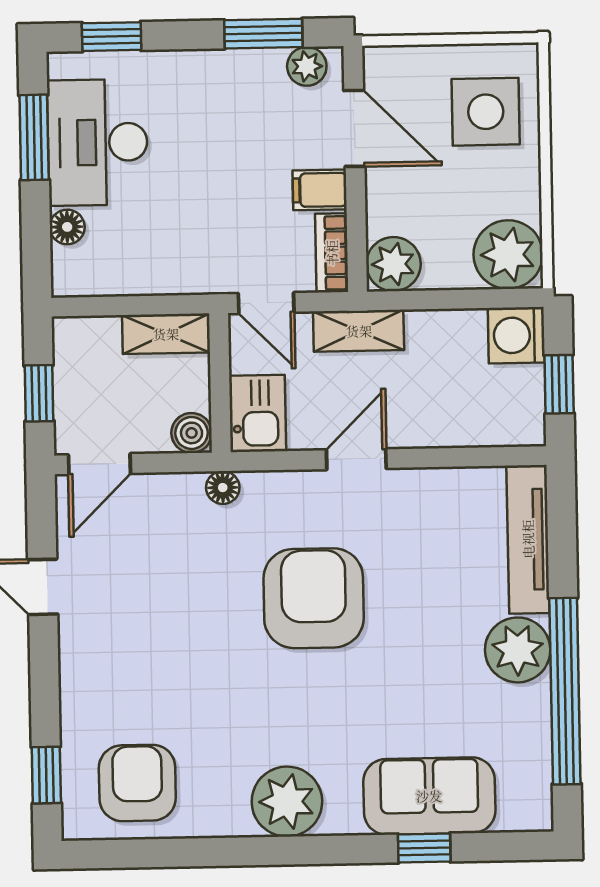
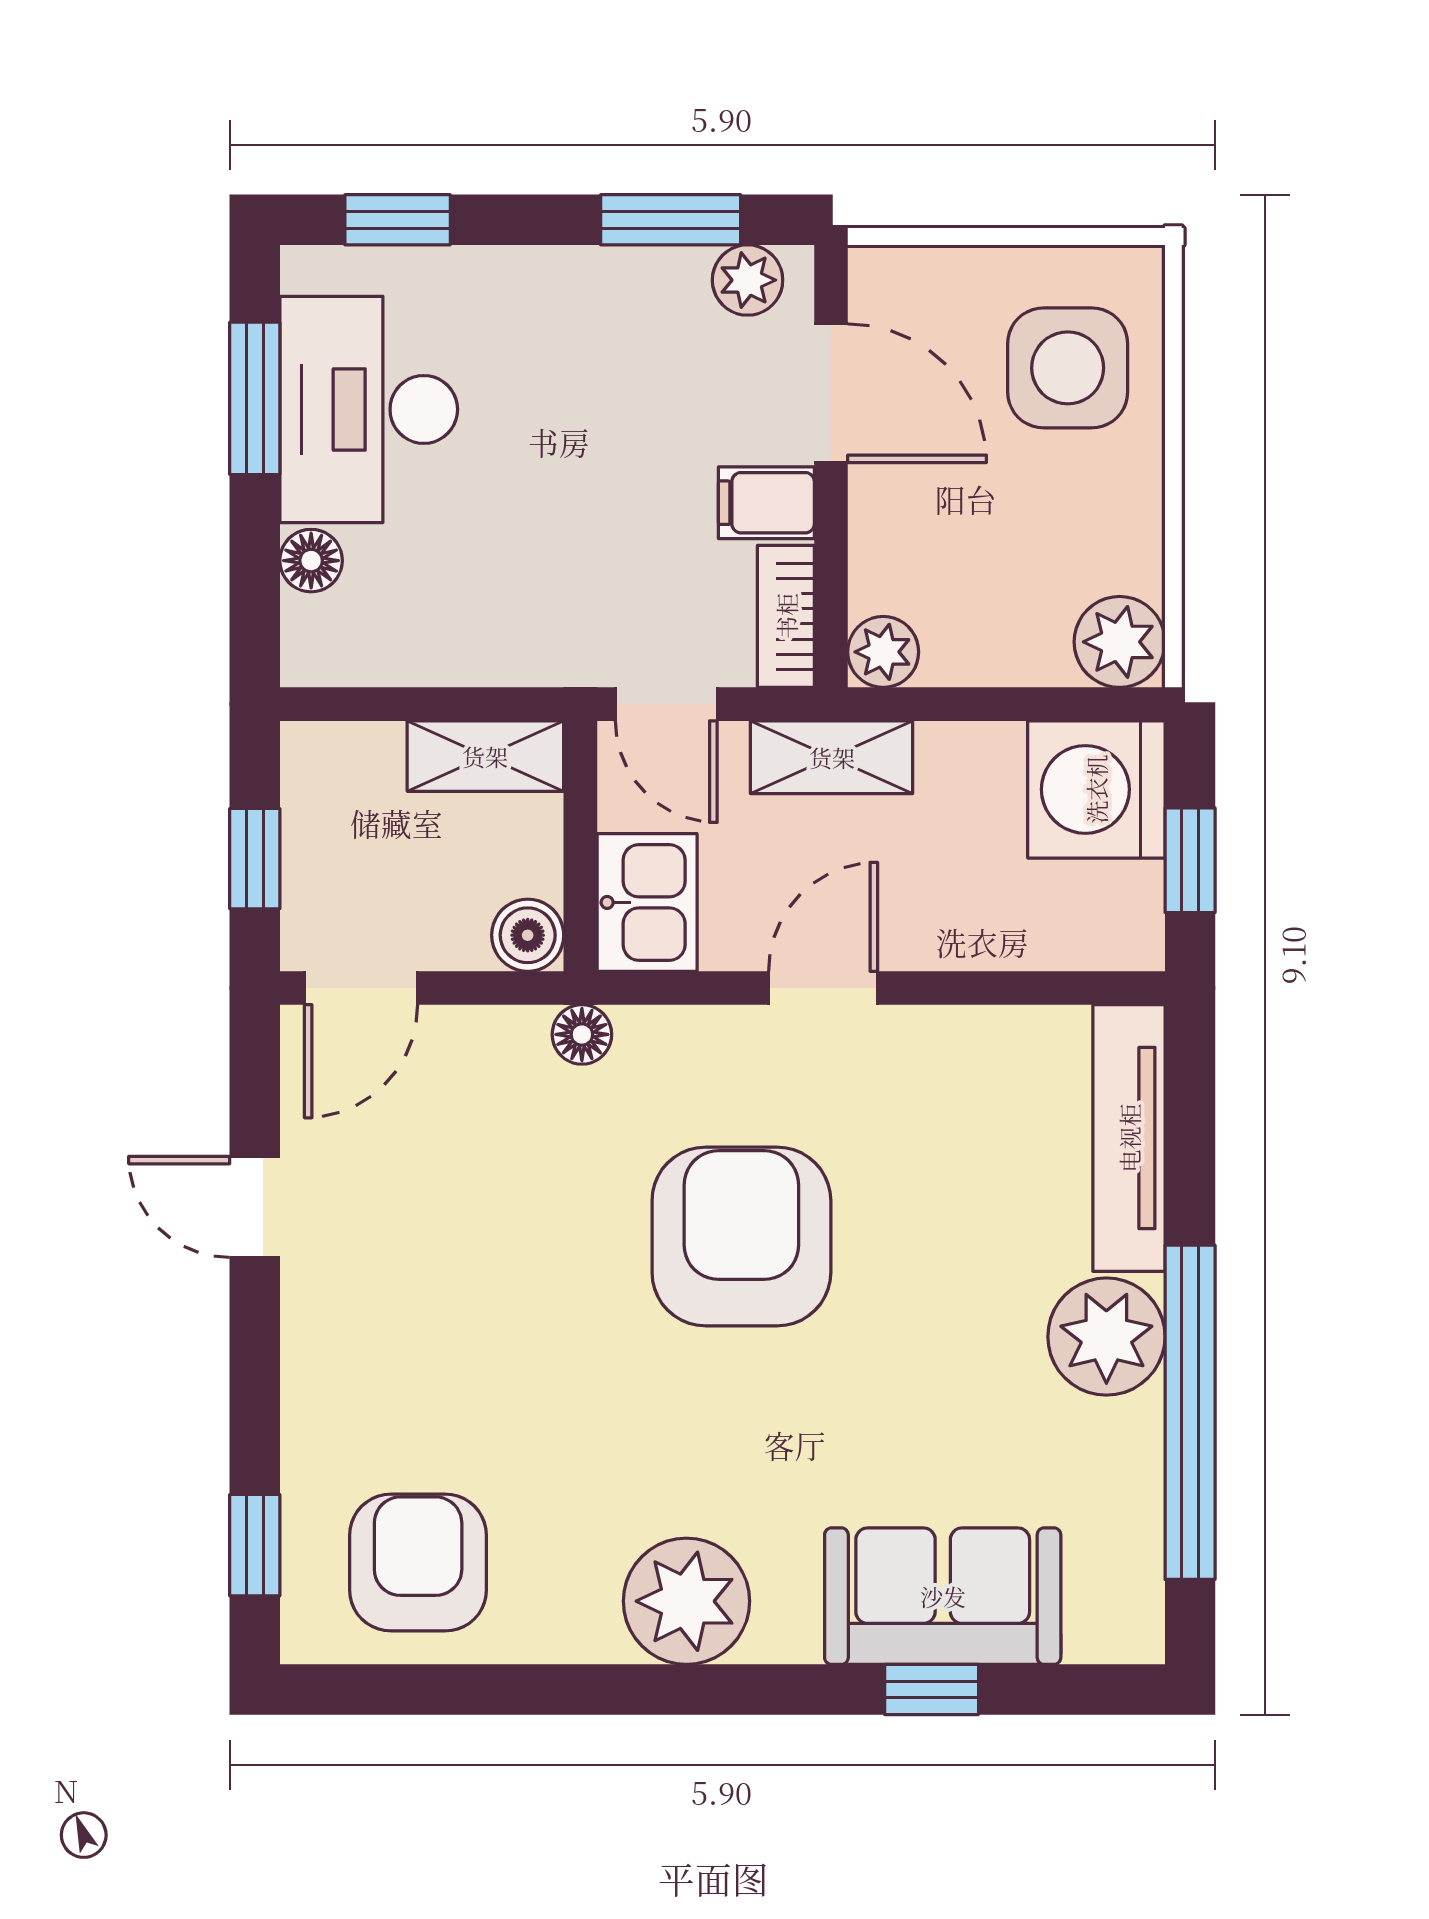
plant: (508, 255) -> (1120, 642), width x0.73, depth x0.73
plant: (393, 264) -> (883, 652), width x0.73, depth x0.73
washing machine: (516, 335) -> (1096, 789), width x1.37, depth x1.37

